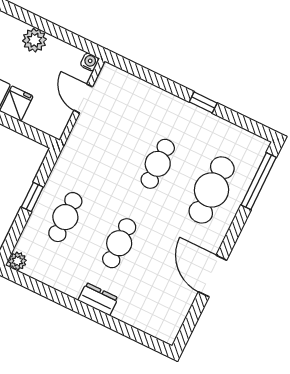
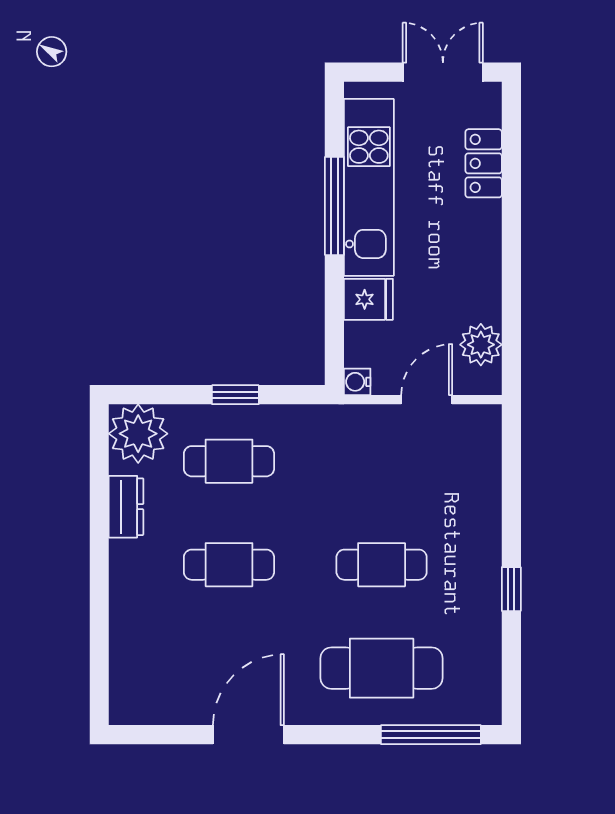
plant: (34, 40) -> (481, 345), moved
water cooler: (90, 62) -> (357, 382), moved, turned 180
plant: (17, 261) -> (138, 434), width x1.87, depth x1.87
dresser: (98, 299) -> (126, 507), moved

